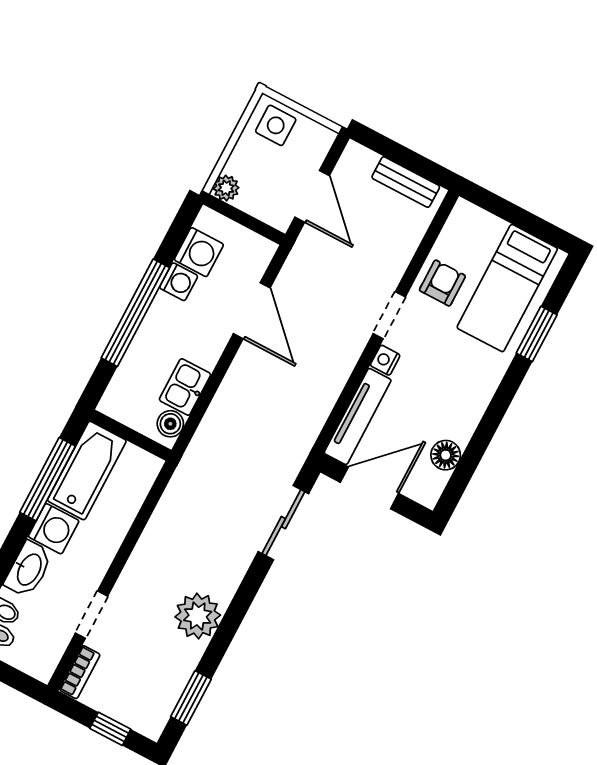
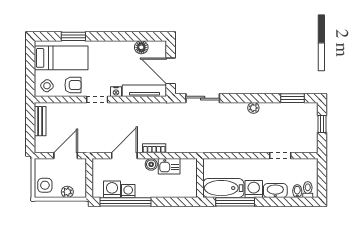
plant: (226, 188) -> (67, 192), moved
side table: (468, 232) -> (47, 86), added
armchair: (442, 283) -> (73, 85), turned 180
window: (135, 313) -> (126, 202), moved
boiler: (170, 424) -> (151, 164), moved
plant: (198, 616) -> (253, 108), width x0.53, depth x0.53
bookcase: (80, 672) -> (154, 148), moved

